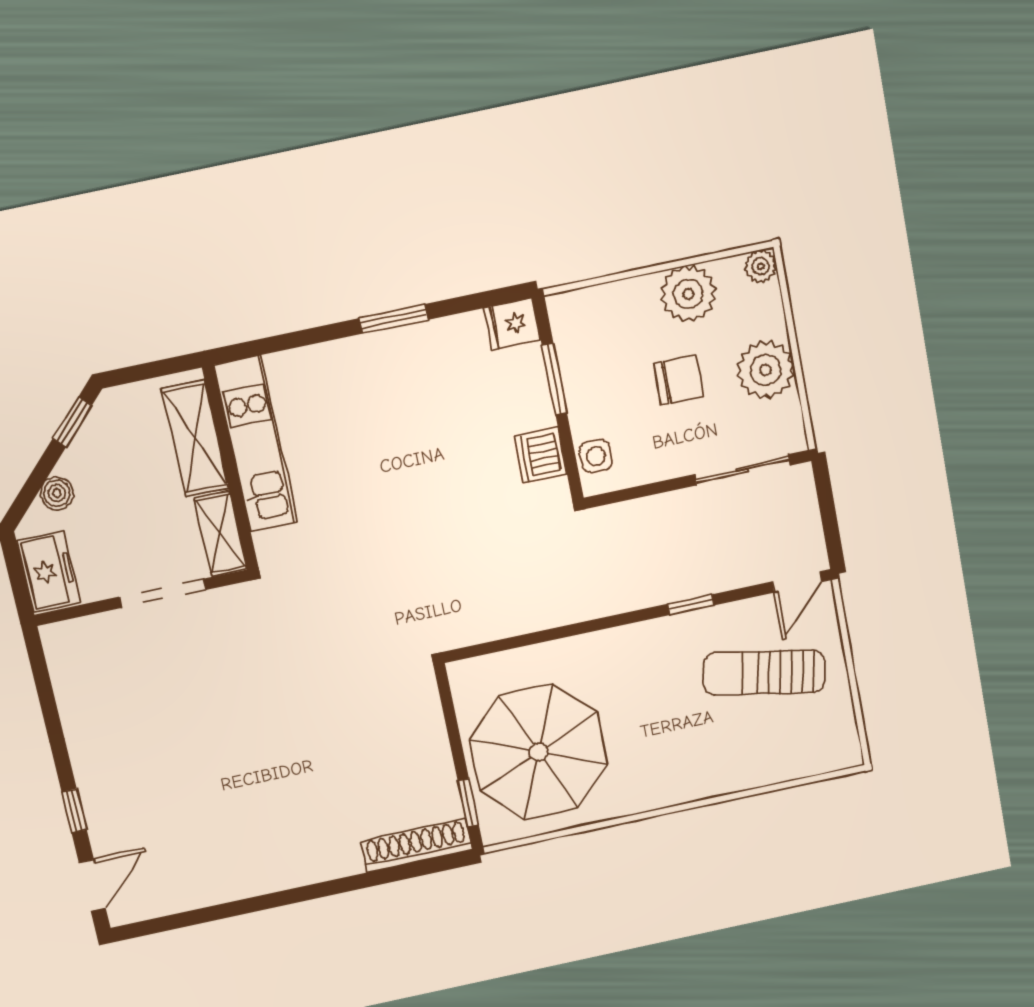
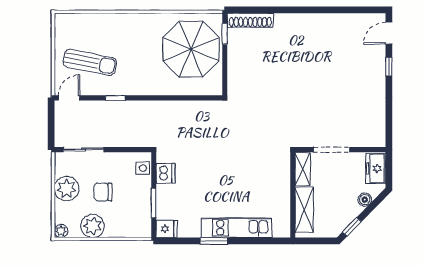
kitchen unit: (256, 444) -> (237, 228), moved, turned 90

